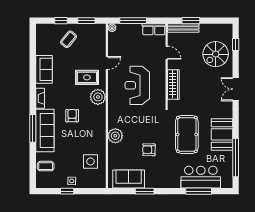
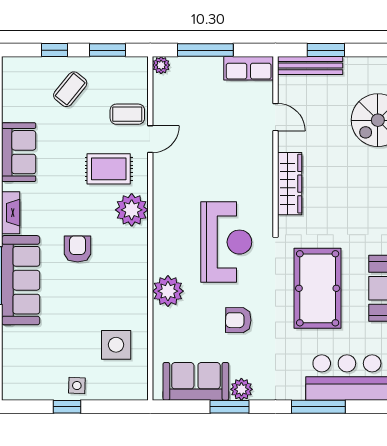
reception desk: (137, 85) -> (226, 242), moved, turned 180
coffee table: (46, 166) -> (127, 114), moved
plant: (150, 183) -> (241, 389), added
window: (199, 191) -> (318, 407), moved

